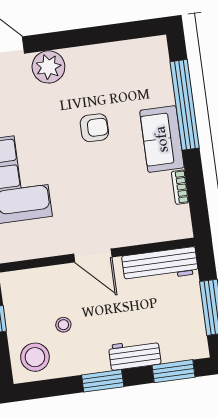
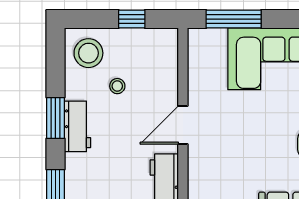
workbench: (135, 355) -> (78, 126), moved

